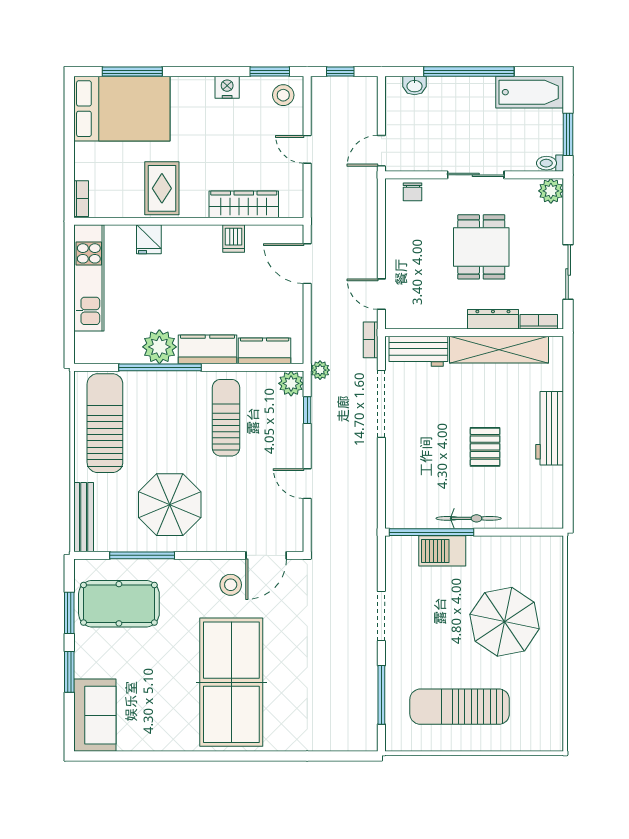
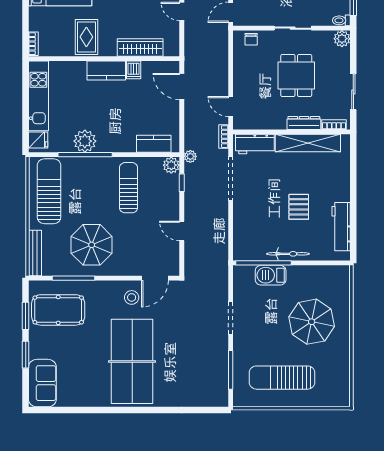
fridge: (149, 239) -> (38, 140), moved, turned -90
kitchen counter: (208, 349) -> (106, 70), moved, turned 180
workbench: (550, 428) -> (341, 227), moved

